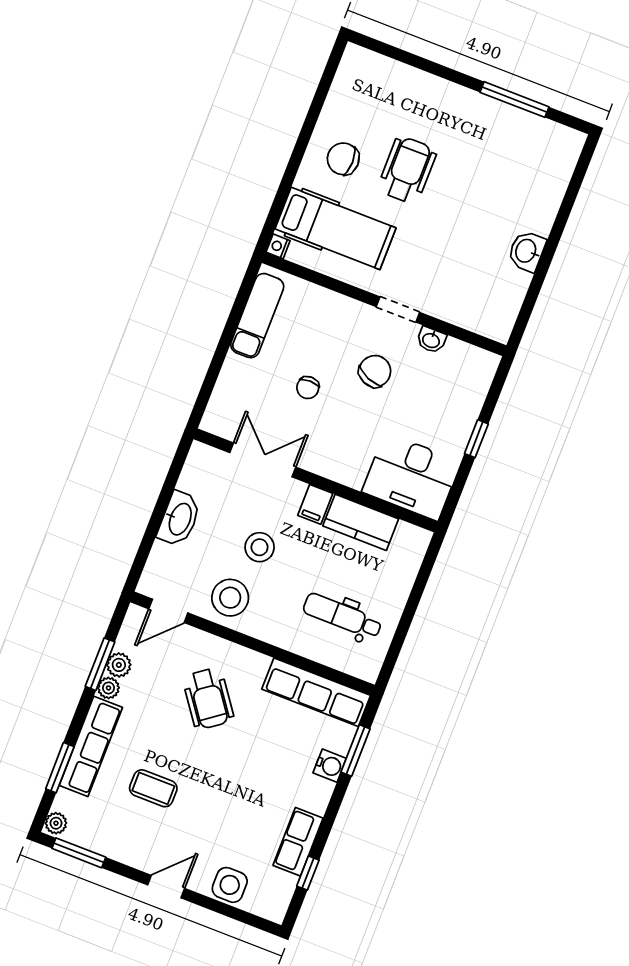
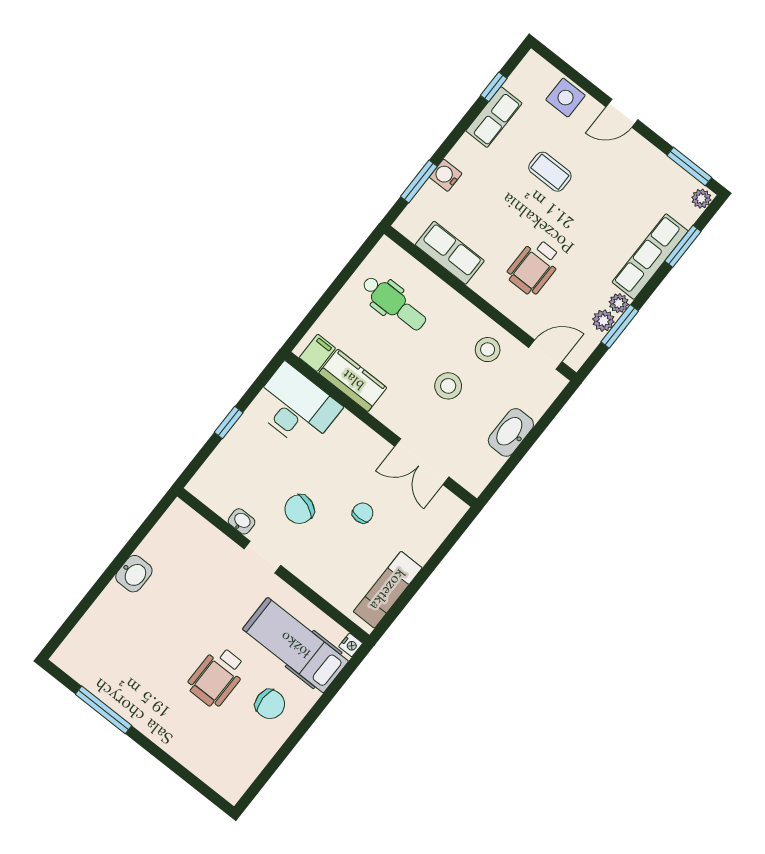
filing cabinet: (315, 504) -> (317, 353), moved
stool: (230, 598) -> (488, 350), width x0.73, depth x0.73
row of seats: (316, 692) -> (450, 253), width x0.68
wheelchair: (208, 698) -> (534, 267), turned -144
coffee table: (153, 788) -> (550, 172), moved

